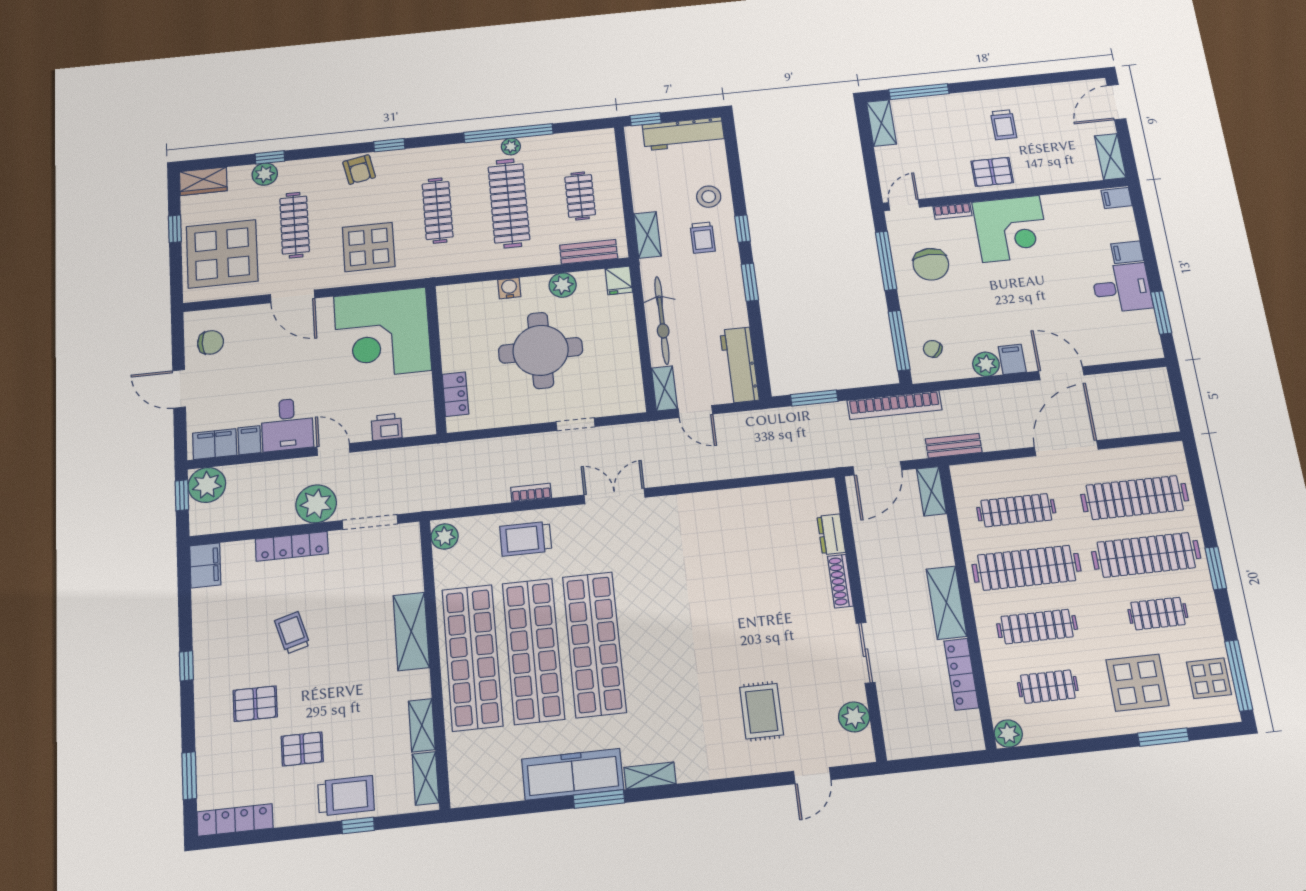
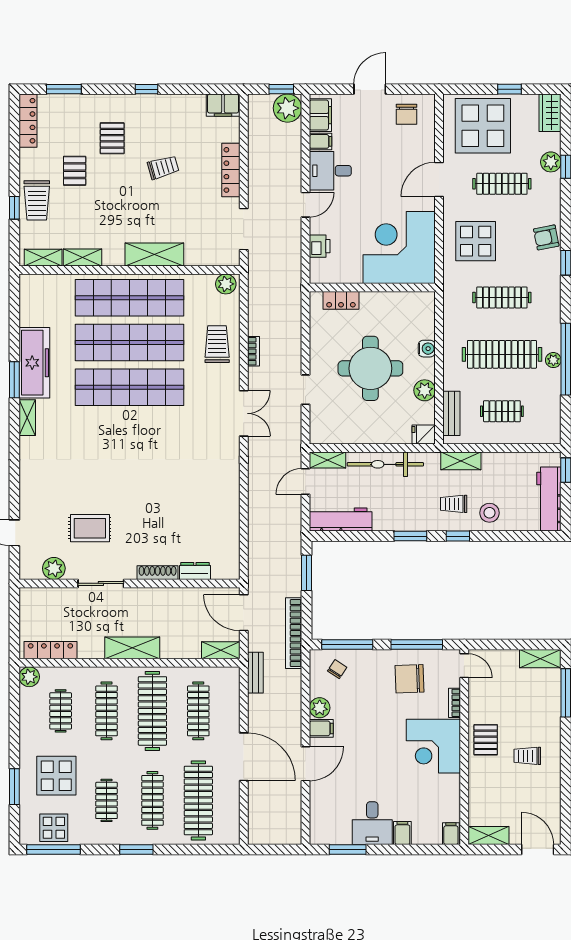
plant: (316, 504) -> (263, 190), removed
clothes rail: (1146, 555) -> (152, 800), width x0.73, depth x0.76
locker: (961, 674) -> (50, 650), moved
rug: (762, 711) -> (90, 528), moved

